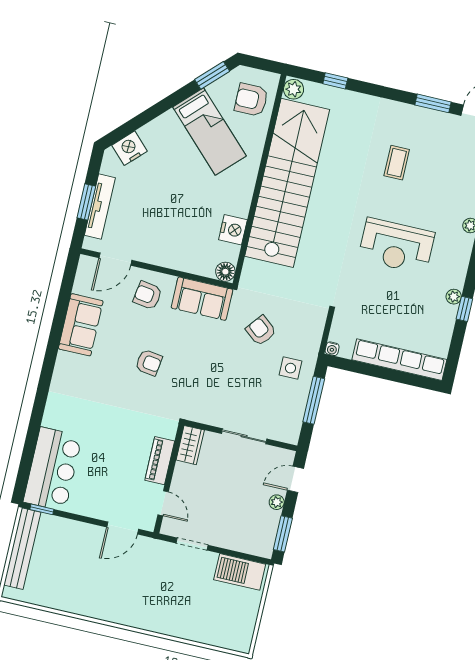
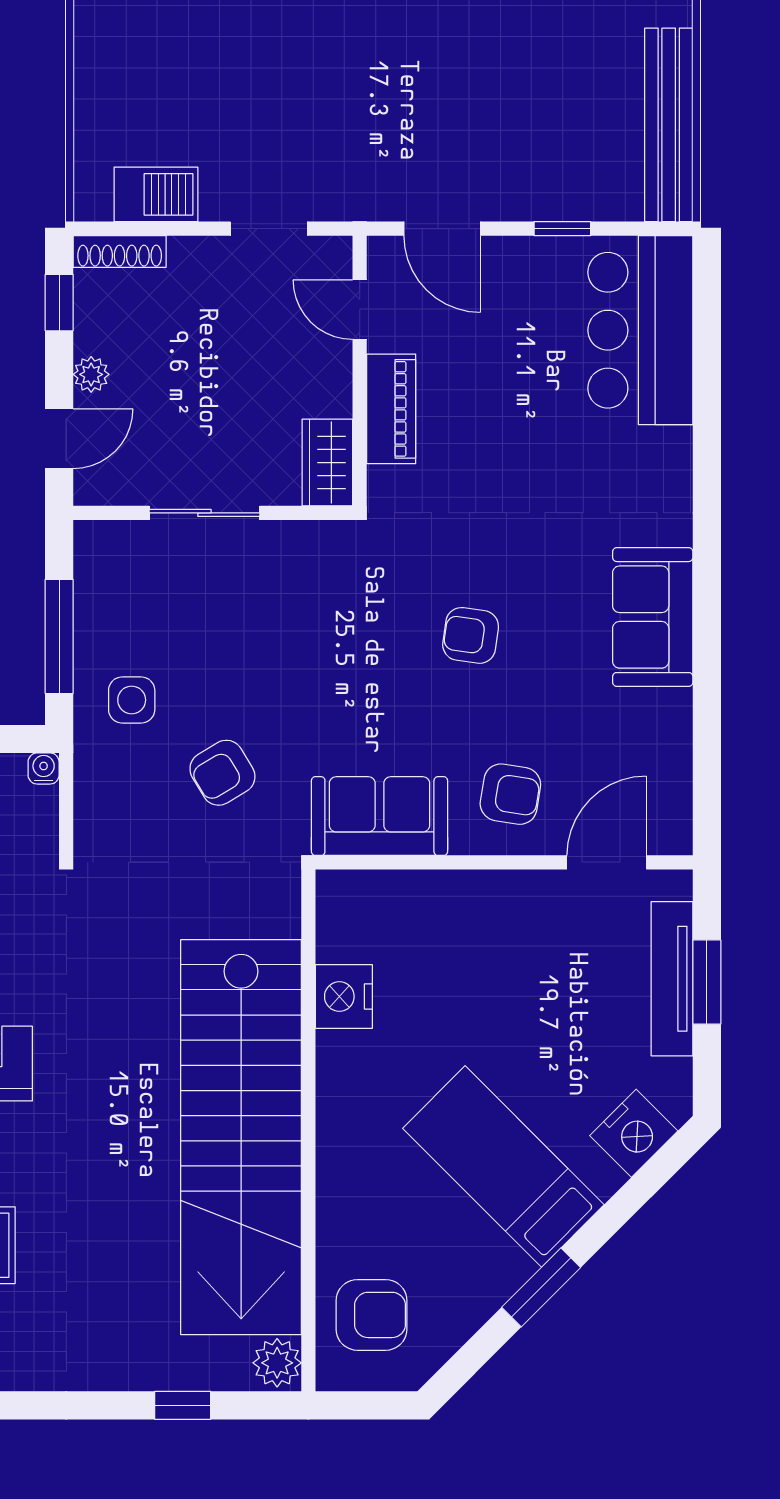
window: (212, 75) -> (541, 1287), moved
bed: (209, 132) -> (503, 1166), moved
floor lamp: (225, 272) -> (339, 893), removed
sofa: (81, 325) -> (653, 617), moved
armchair: (261, 331) -> (222, 773), turned 110
window: (42, 509) -> (562, 229), moved
door: (123, 528) -> (442, 229), swing flipped
window: (283, 534) -> (59, 303), width x0.67
shoe rack: (254, 549) -> (120, 252), added
barbecue: (240, 572) -> (156, 194), width x0.73, depth x0.83

